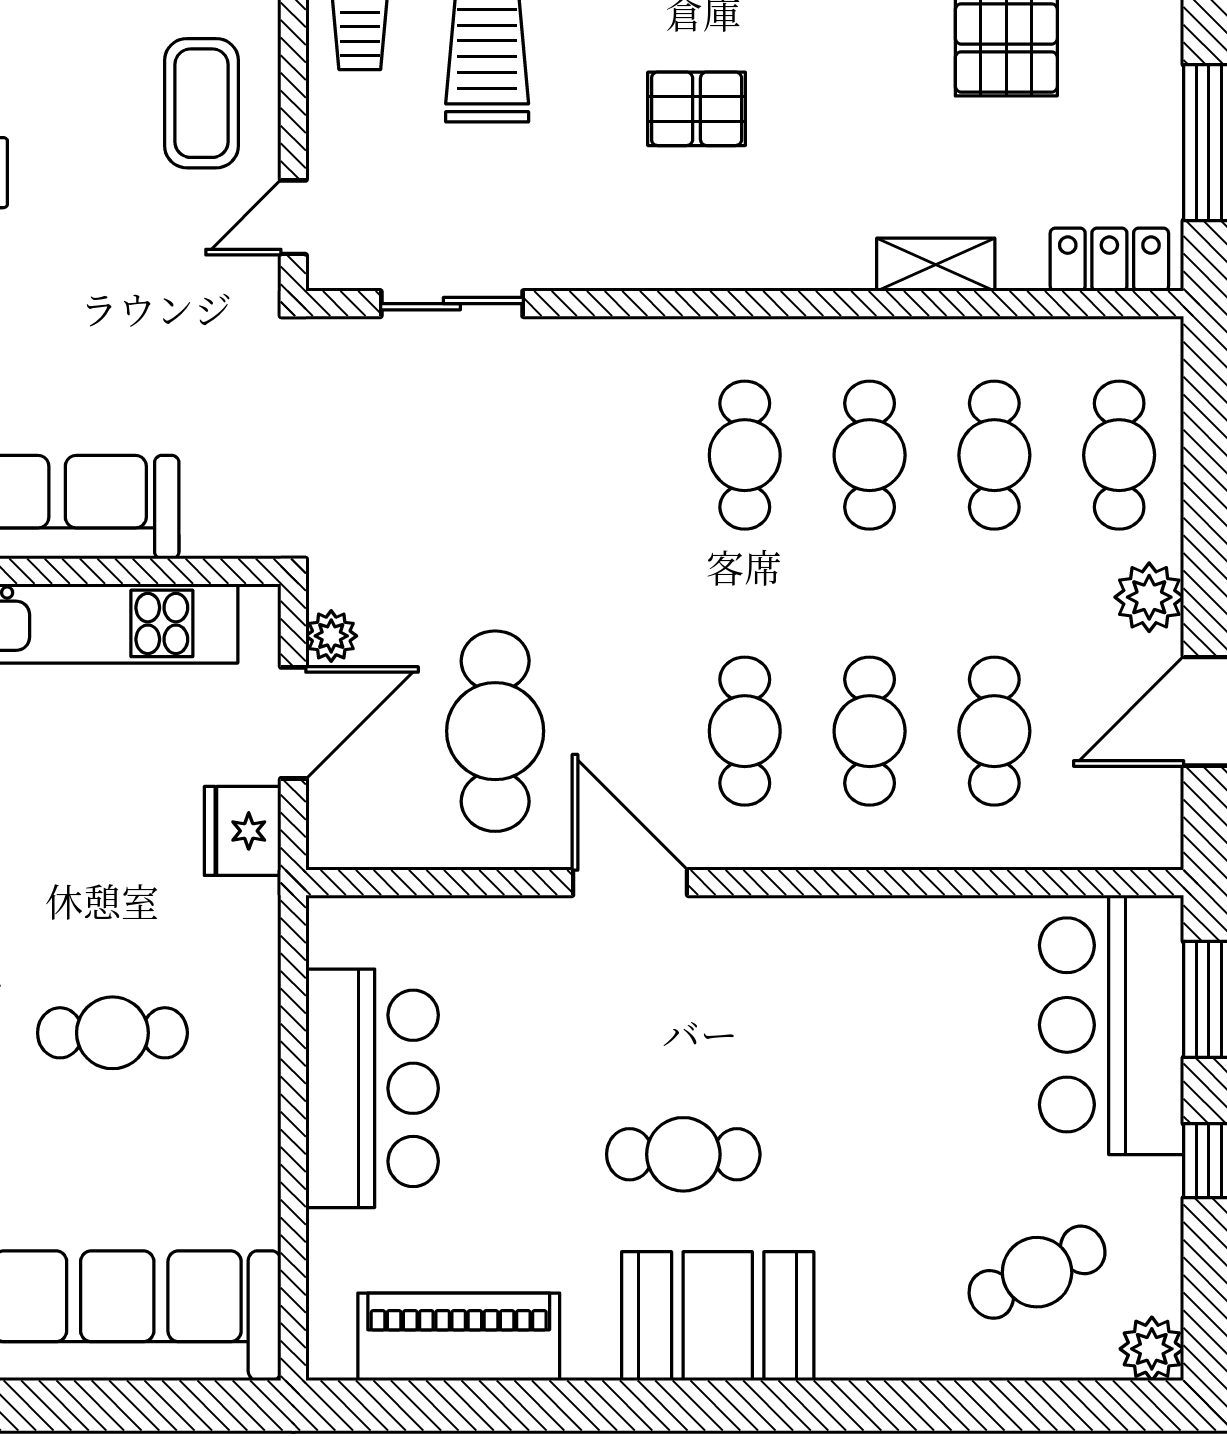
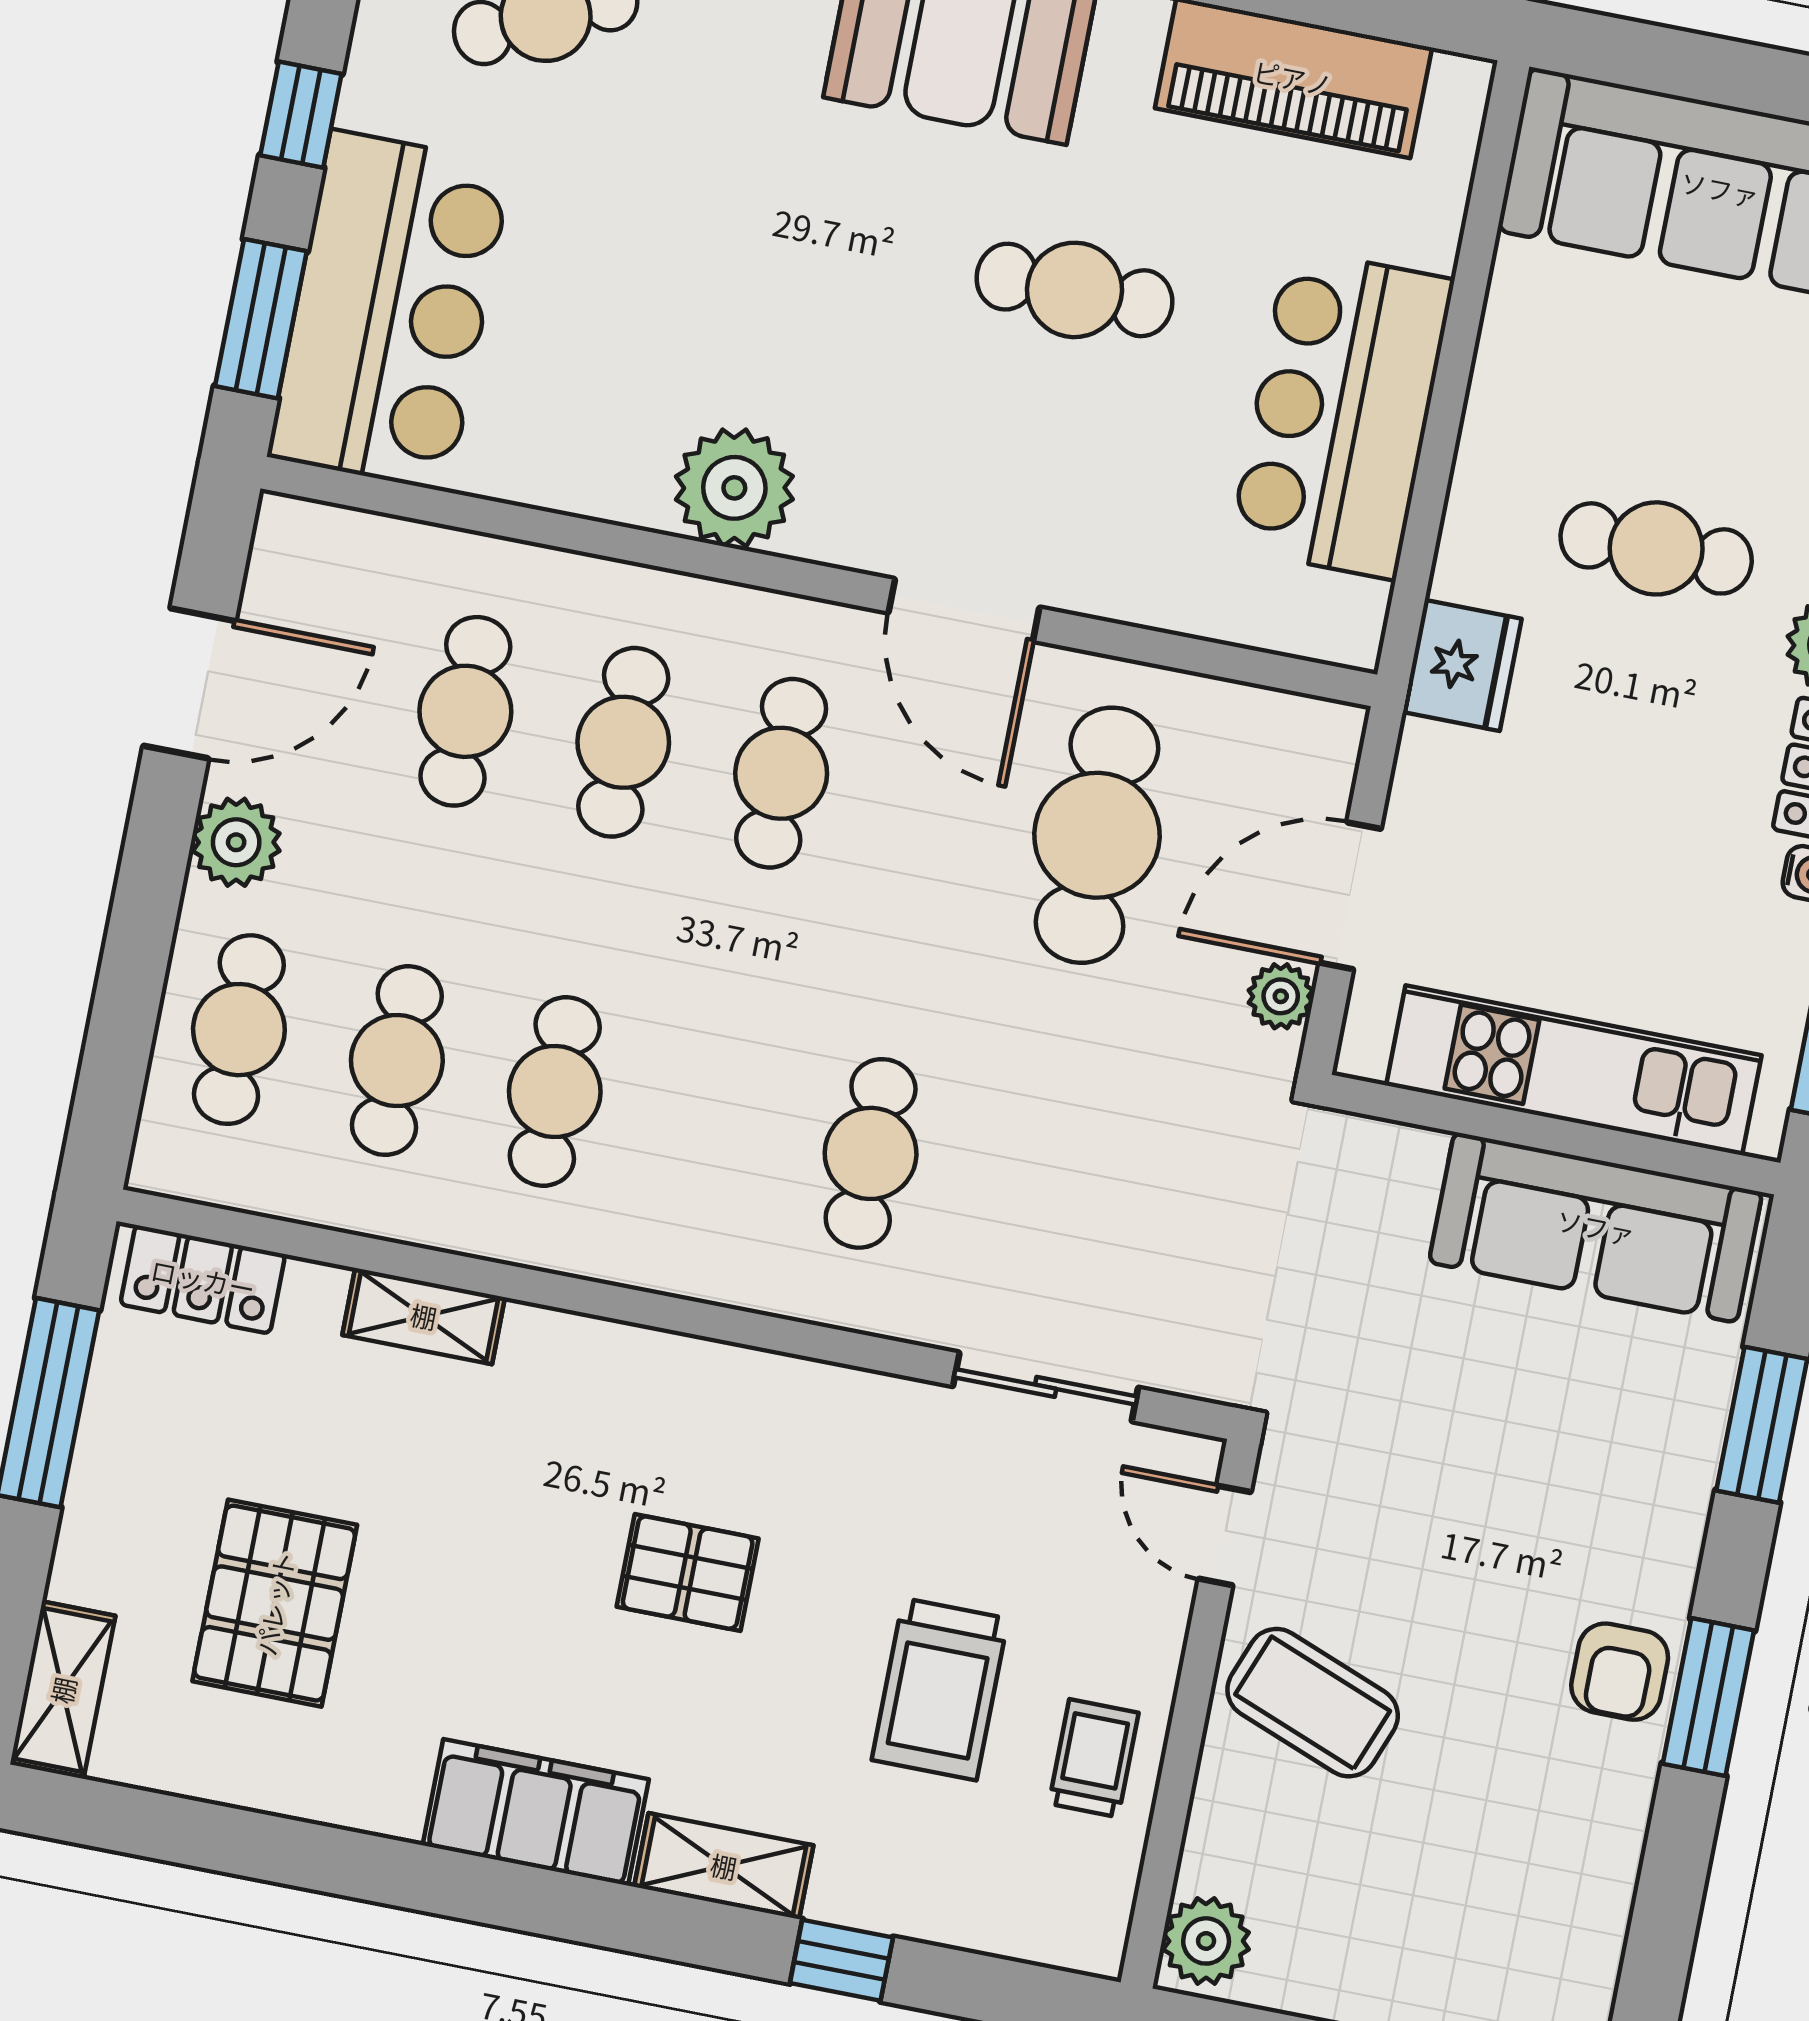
coffee table: (202, 103) -> (1313, 1703), turned -69
door: (293, 217) -> (1225, 1535), swing flipped
cafe table: (745, 455) -> (871, 1153), moved
fridge: (243, 831) -> (1462, 665), moved
plant: (823, 941) -> (734, 488), added
cafe table: (683, 1154) -> (1074, 290), moved

